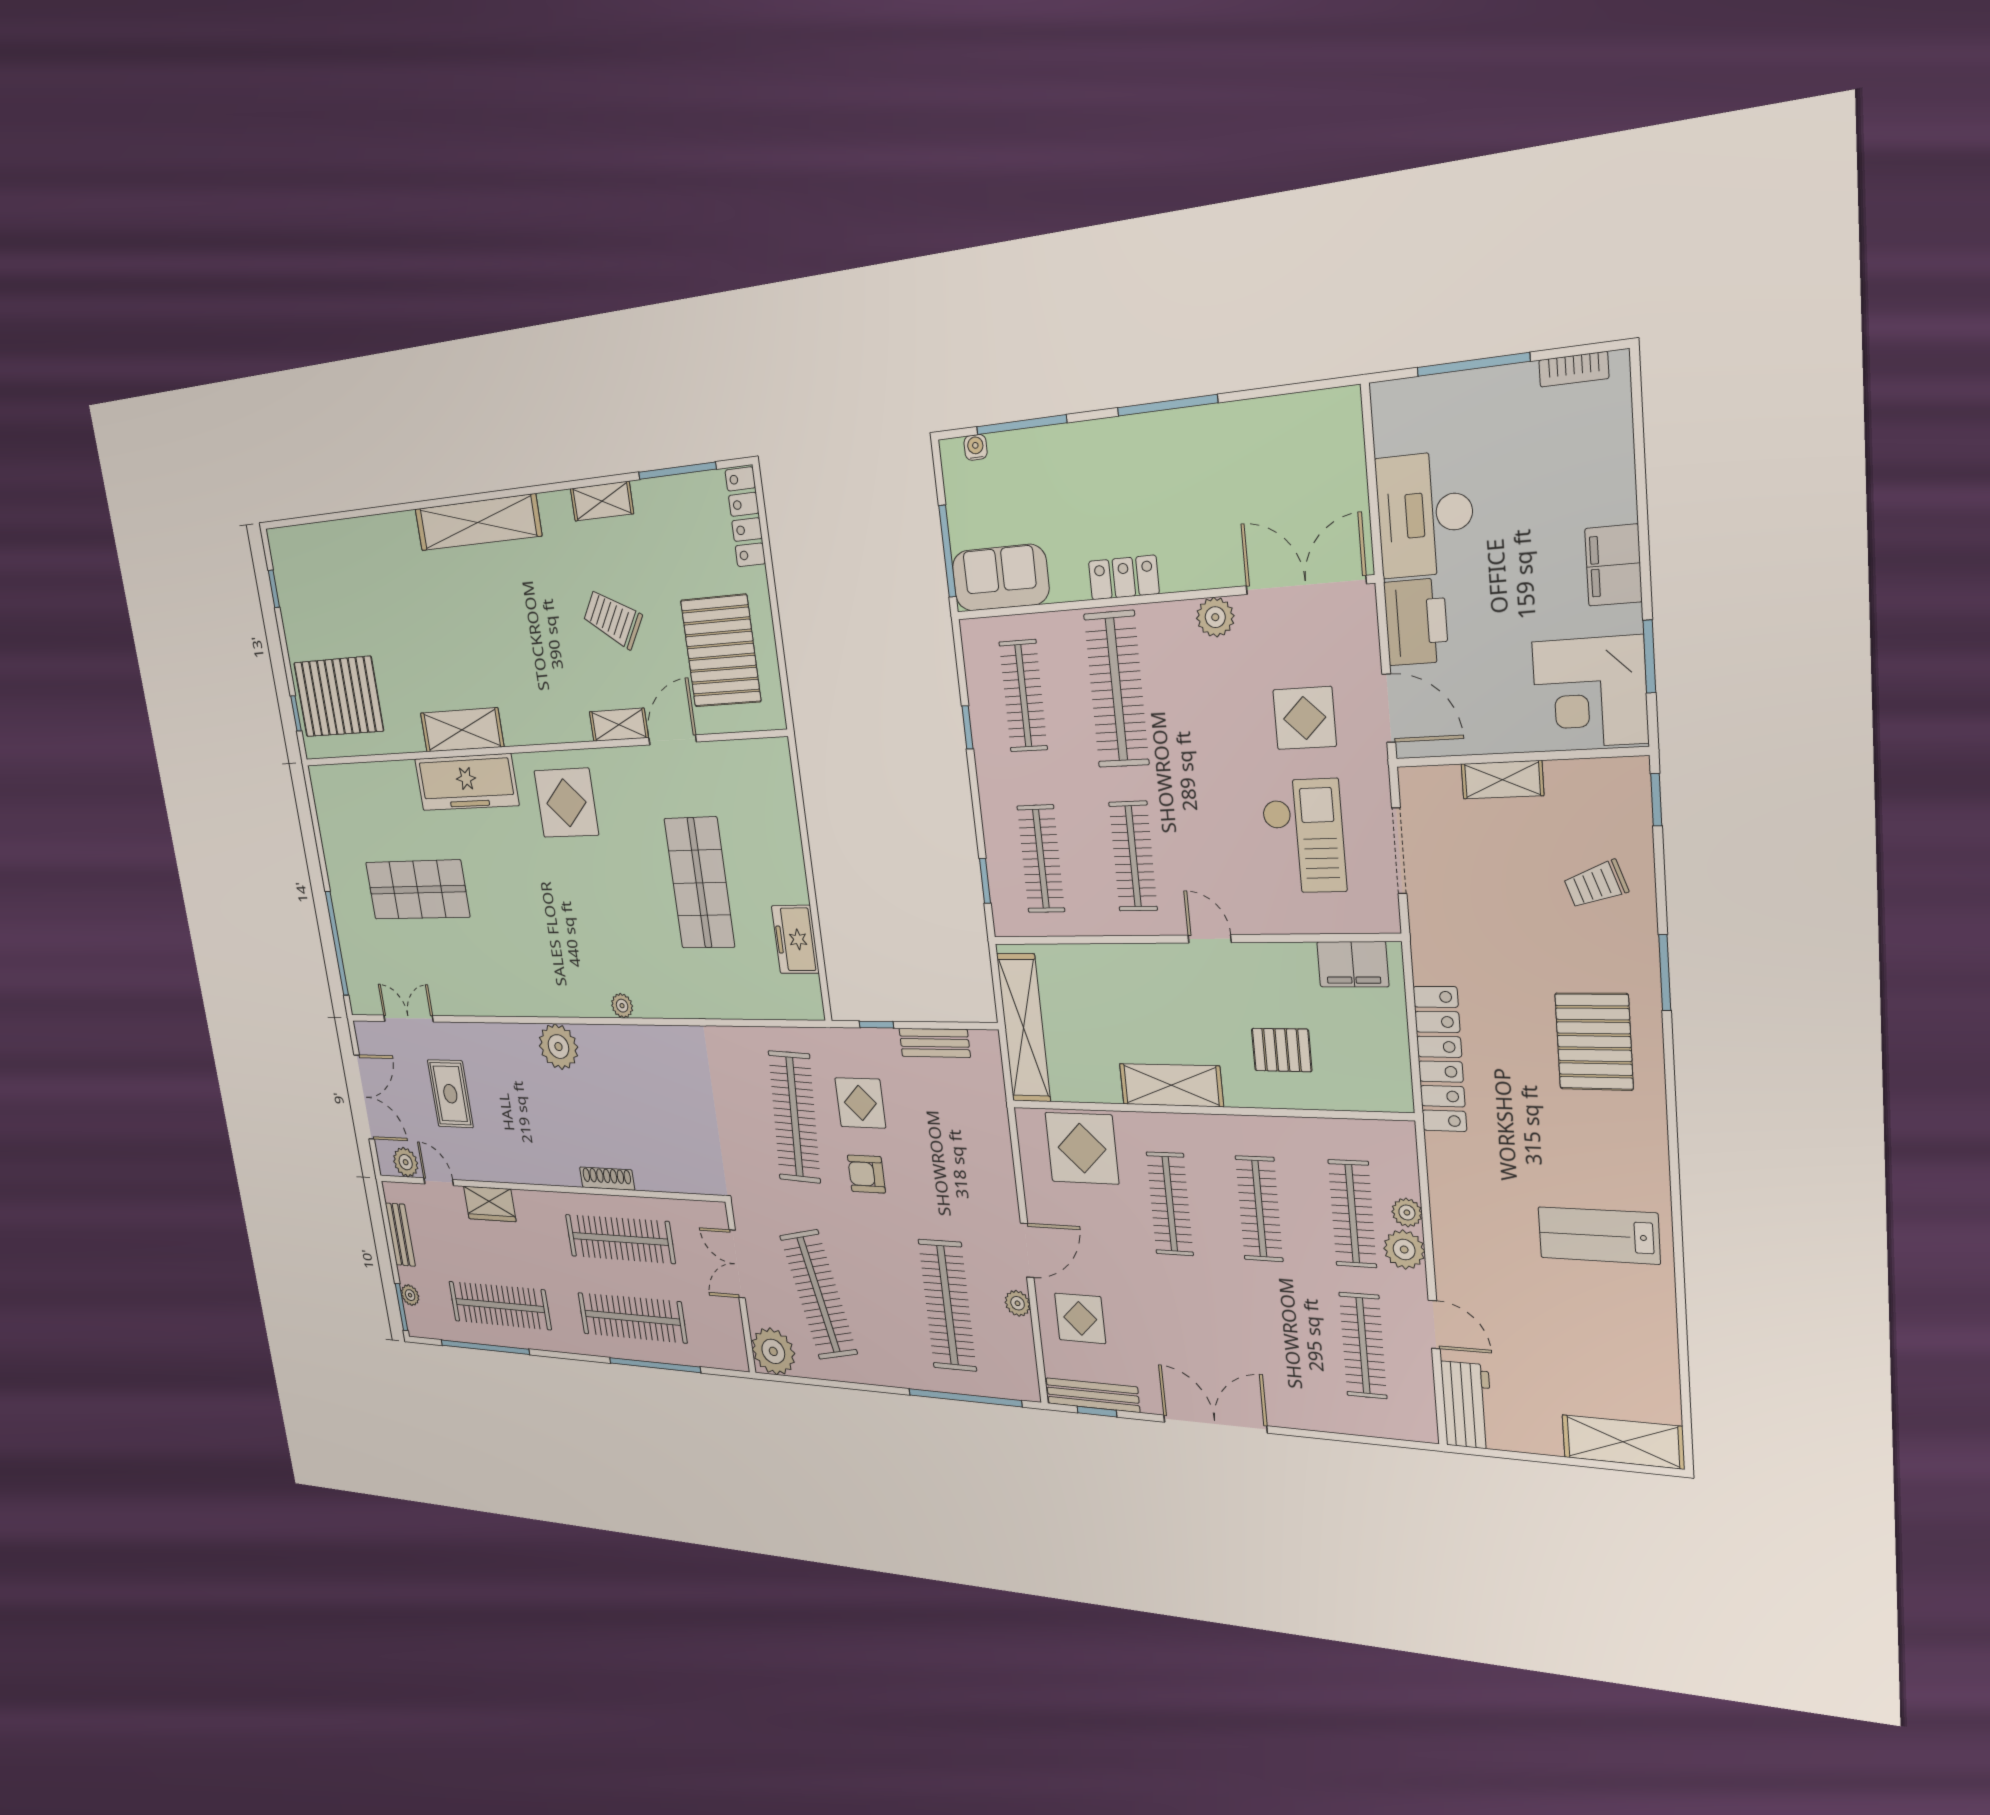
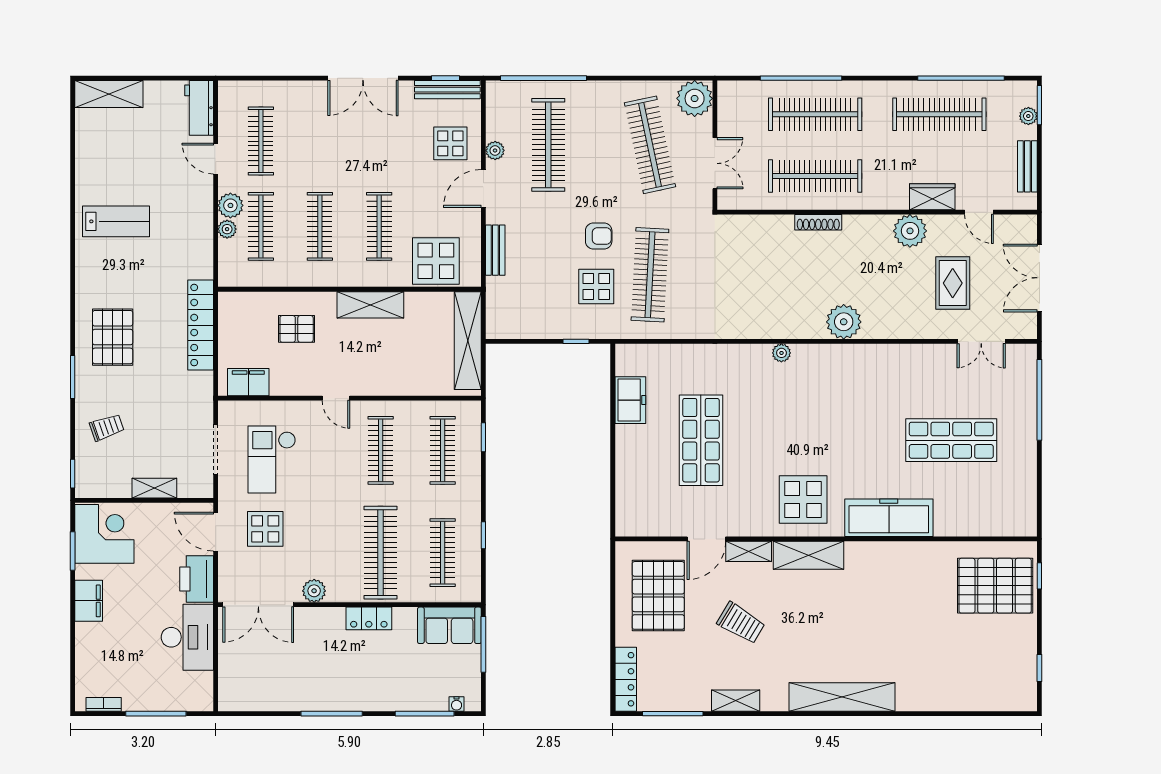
shelving: (462, 730) -> (809, 555), moved
bench: (935, 1043) -> (495, 250), moved, turned 90
plant: (406, 1162) -> (910, 231), moved, width x1.36, depth x1.36

